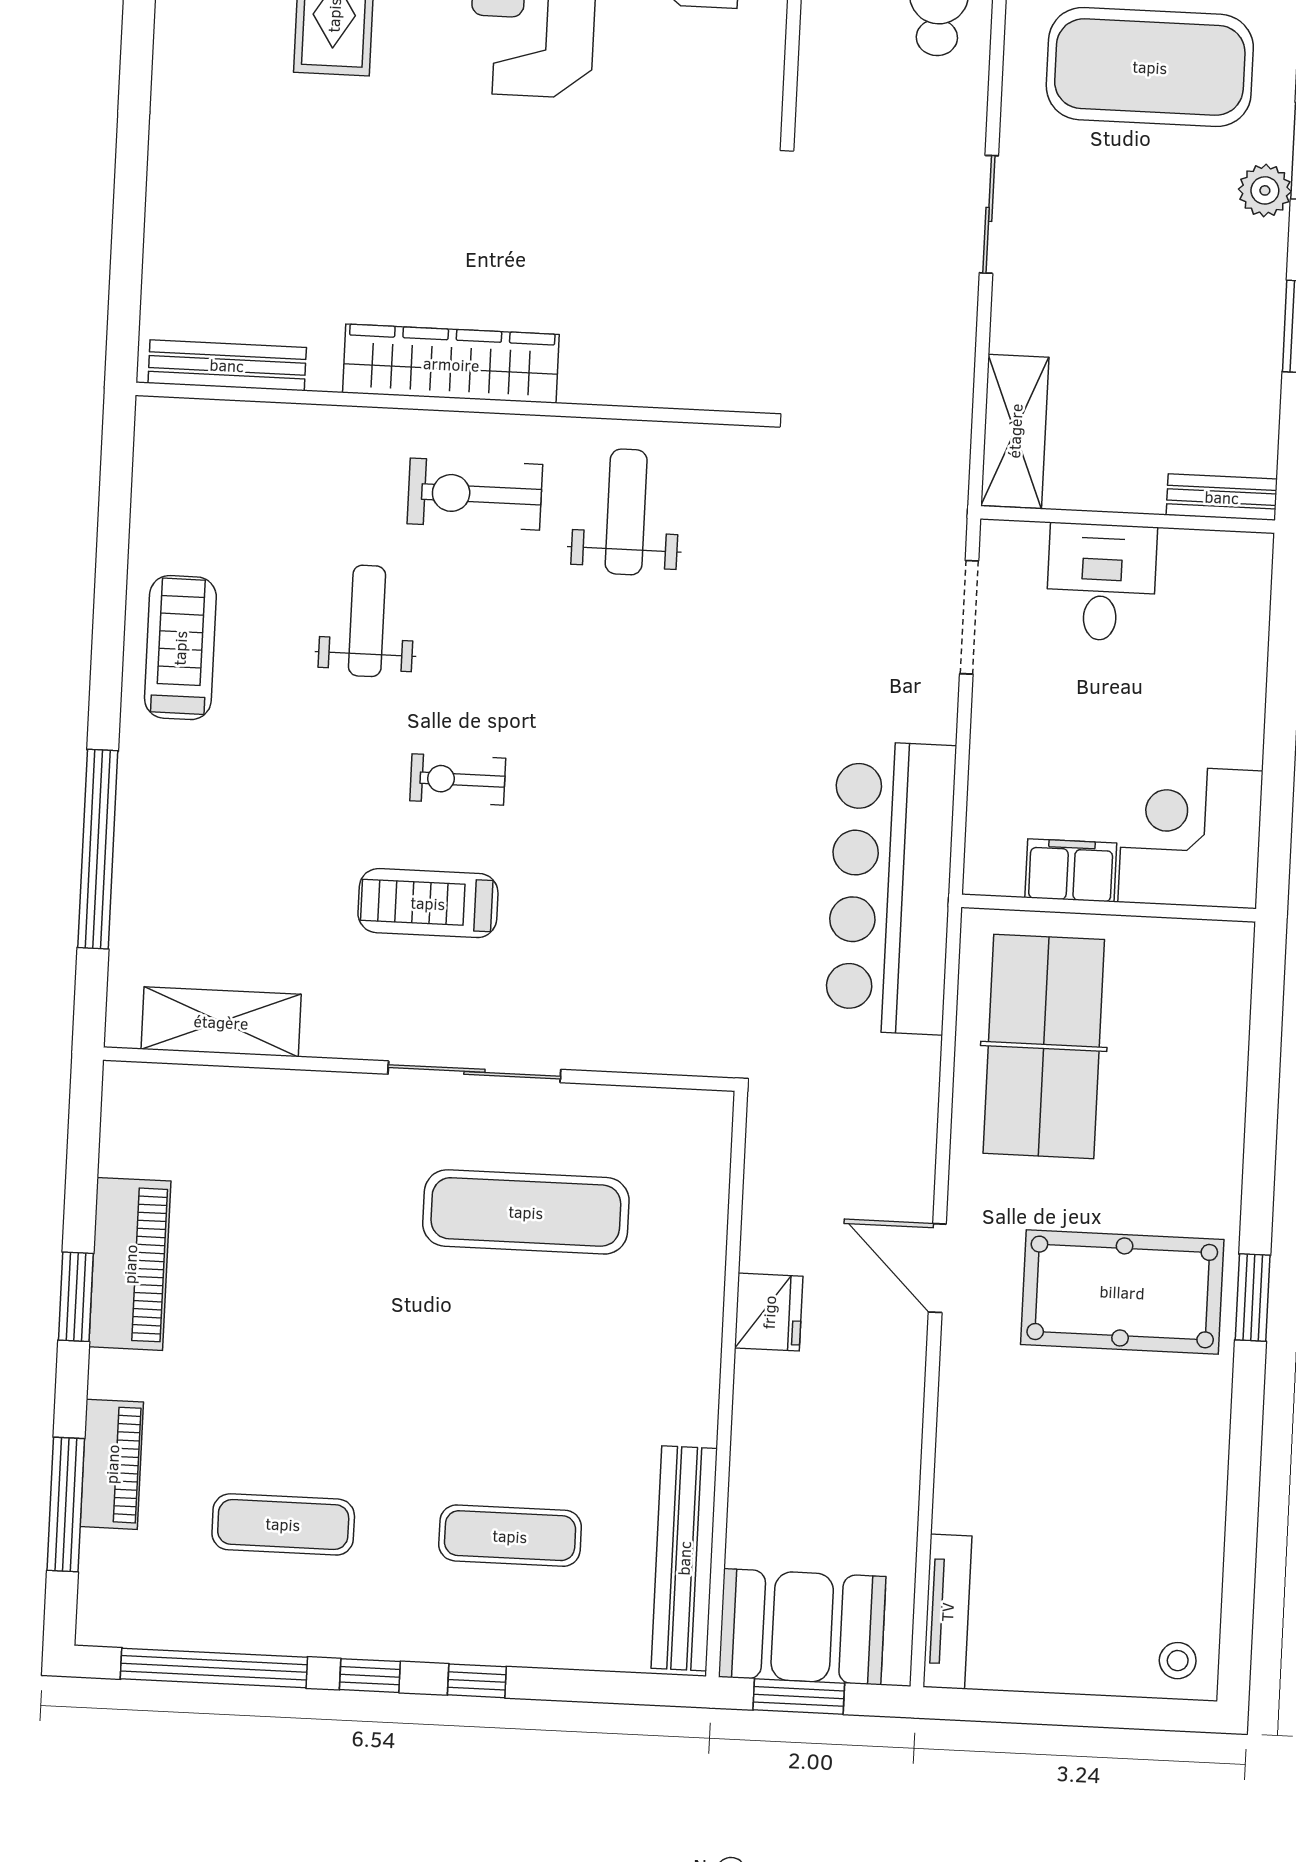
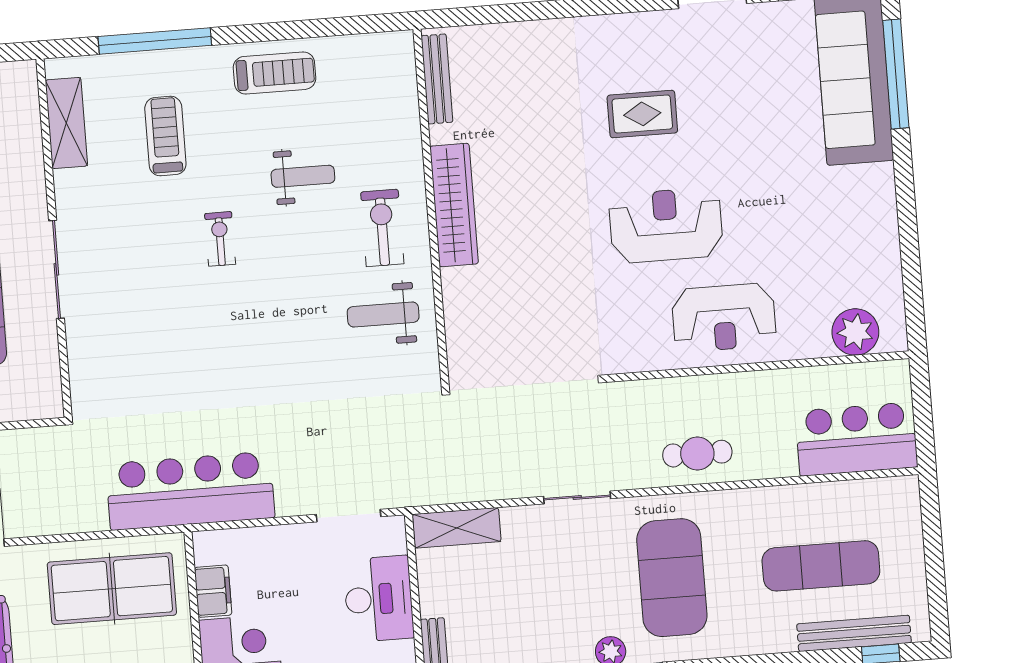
weight bench: (626, 512) -> (383, 314), turned 180
desk: (1101, 582) -> (379, 599), width x1.37
treadmill: (428, 903) -> (165, 136), moved

